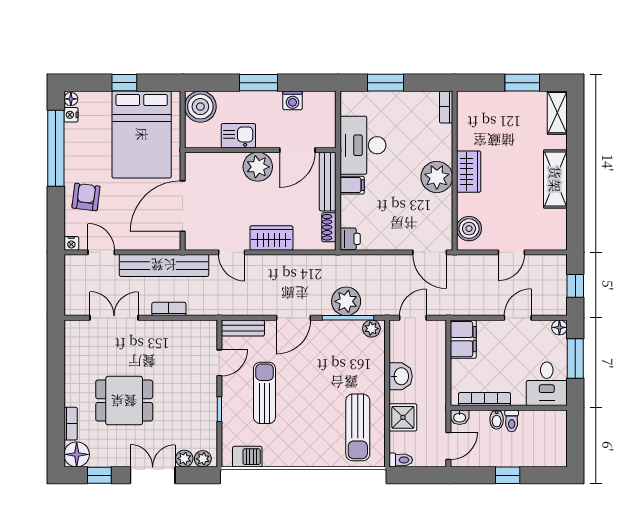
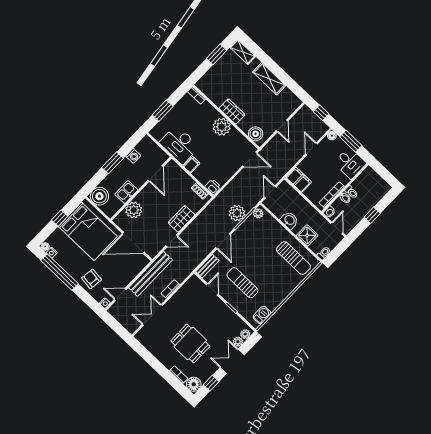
plant: (258, 167) -> (134, 210), moved
bench: (328, 182) -> (181, 173), removed
door: (183, 206) -> (133, 243), hinge flipped
dining table: (124, 401) -> (190, 344), turned 90

